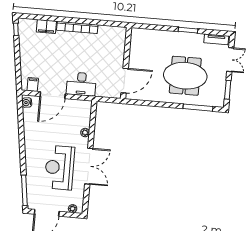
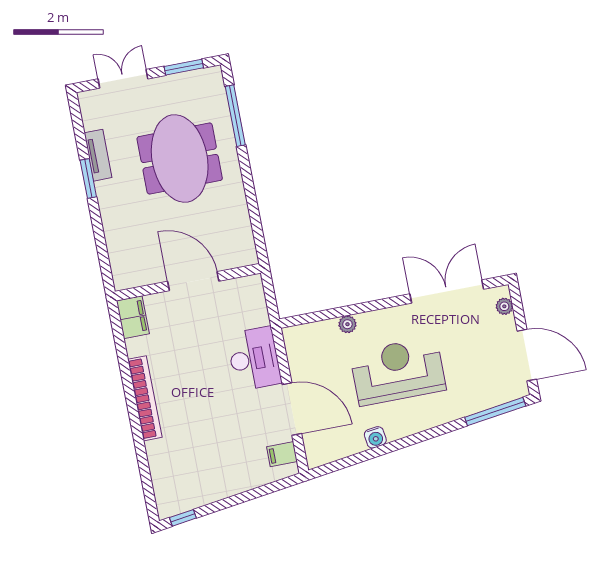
filing cabinet: (46, 27) -> (133, 317), moved
tv unit: (216, 39) -> (98, 155), moved
door: (125, 81) -> (193, 281), moved
water cooler: (27, 103) -> (375, 437), moved
double door: (89, 166) -> (447, 291), moved
reception desk: (60, 168) -> (398, 371), moved, turned 180

